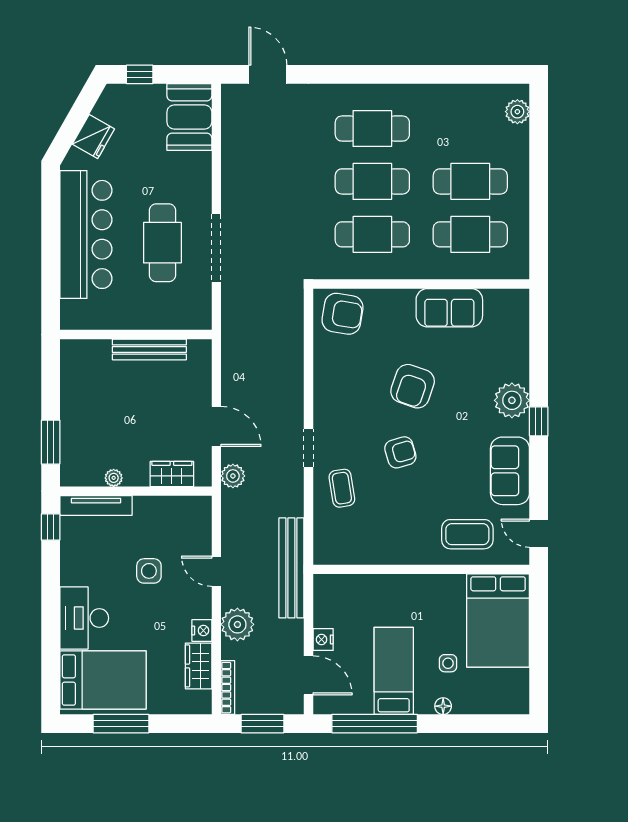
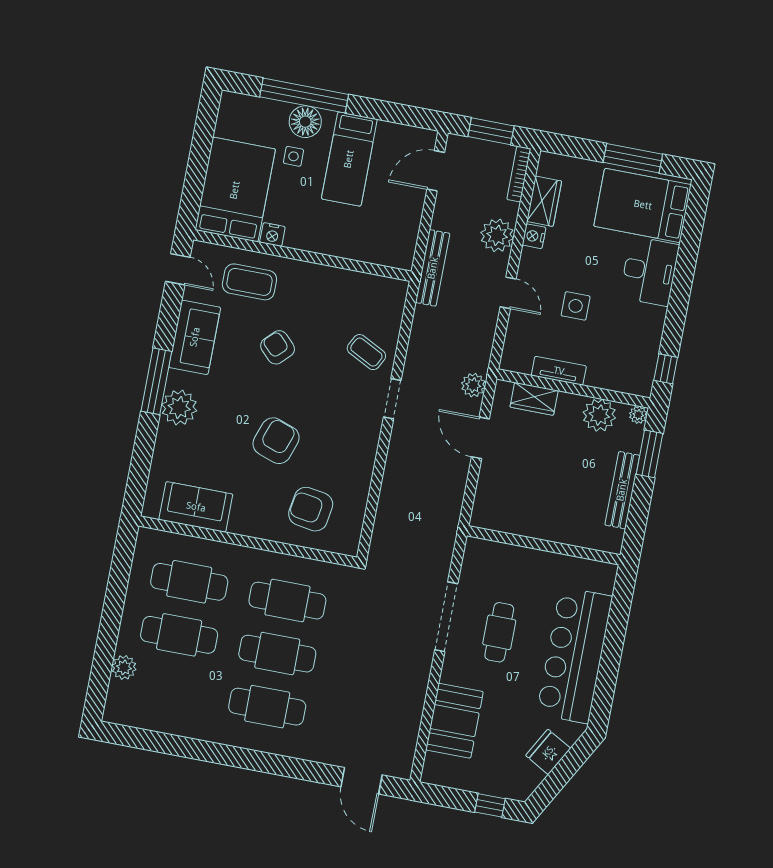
plant: (517, 112) -> (124, 667), moved
booth: (189, 117) -> (454, 721), moved
cafe table: (162, 243) -> (499, 632), width x0.73, depth x0.74
sofa: (449, 308) -> (196, 507), moved
armchair: (342, 314) -> (311, 509), moved
bench: (149, 350) -> (622, 490), moved, turned 90
window: (539, 421) -> (156, 381), width x2.17
armchair: (400, 452) -> (278, 347), moved, turned 61
plant: (69, 478) -> (638, 415), added
plant: (114, 478) -> (599, 415), width x1.87, depth x1.87
coffee table: (342, 488) -> (366, 352), turned -54
tv unit: (96, 506) -> (559, 371), moved, width x0.71
bench: (291, 568) -> (433, 268), width x0.73, depth x0.82
nightstand: (323, 639) -> (272, 235), moved, turned 90
door: (308, 675) -> (436, 171), hinge flipped
floor lamp: (443, 706) -> (305, 122), width x1.89, depth x1.89
window: (375, 724) -> (304, 96), moved

